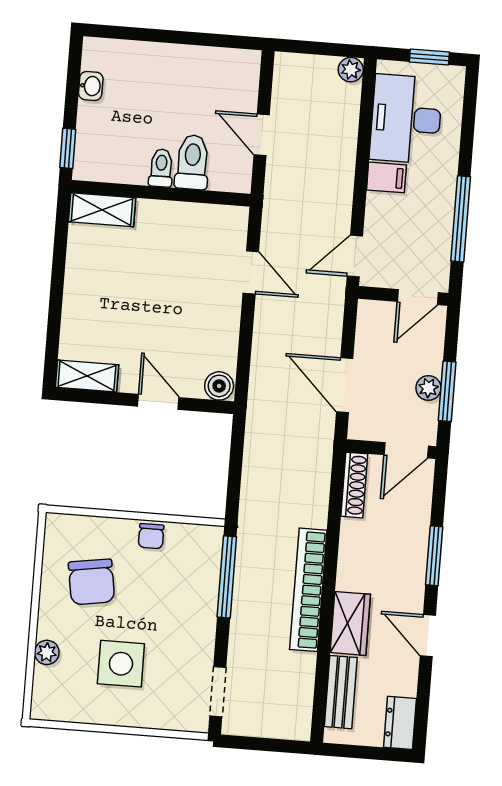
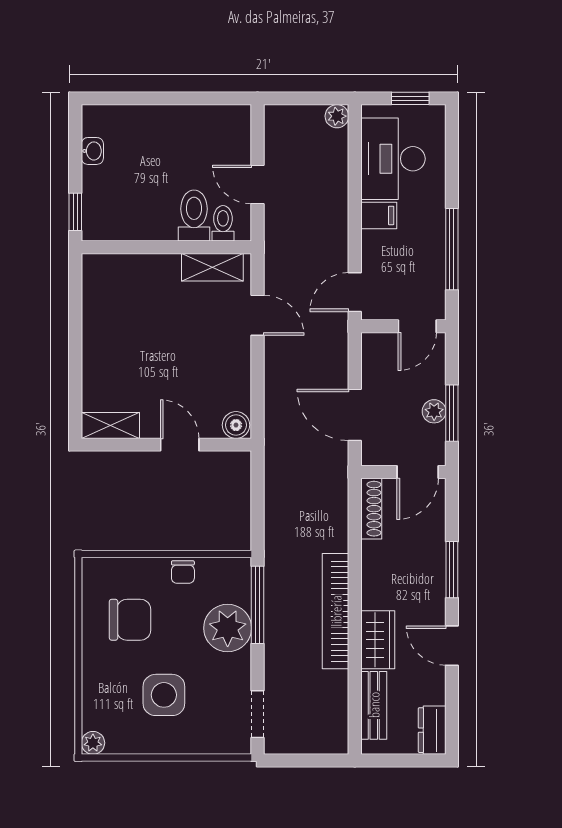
toilet: (161, 168) -> (223, 223), moved
shelving: (102, 210) -> (212, 267), moved
chair: (92, 582) -> (130, 620), turned -81
plant: (193, 599) -> (228, 628), added
plant: (47, 652) -> (93, 743), moved

